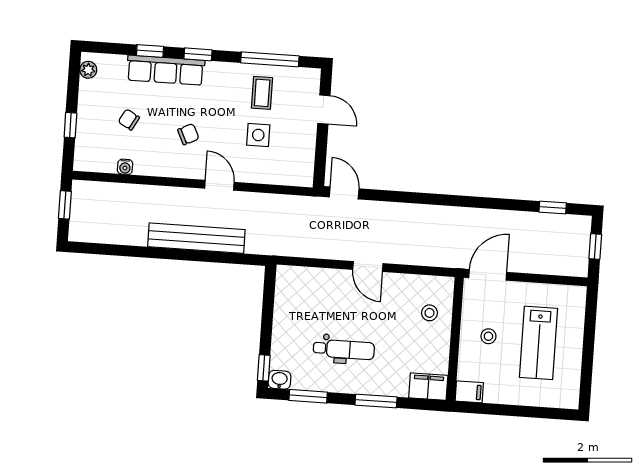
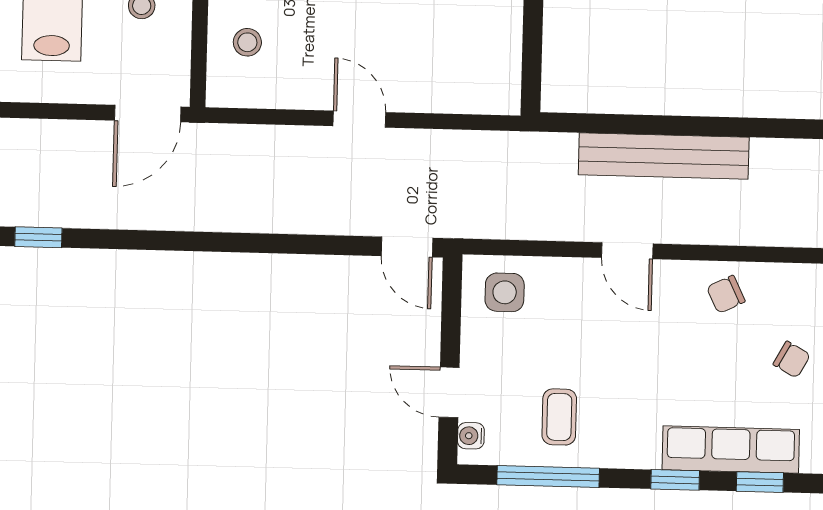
chair: (188, 134) -> (726, 294), moved
side table: (258, 135) -> (505, 292), moved
water cooler: (125, 167) -> (471, 436), moved, turned -90

